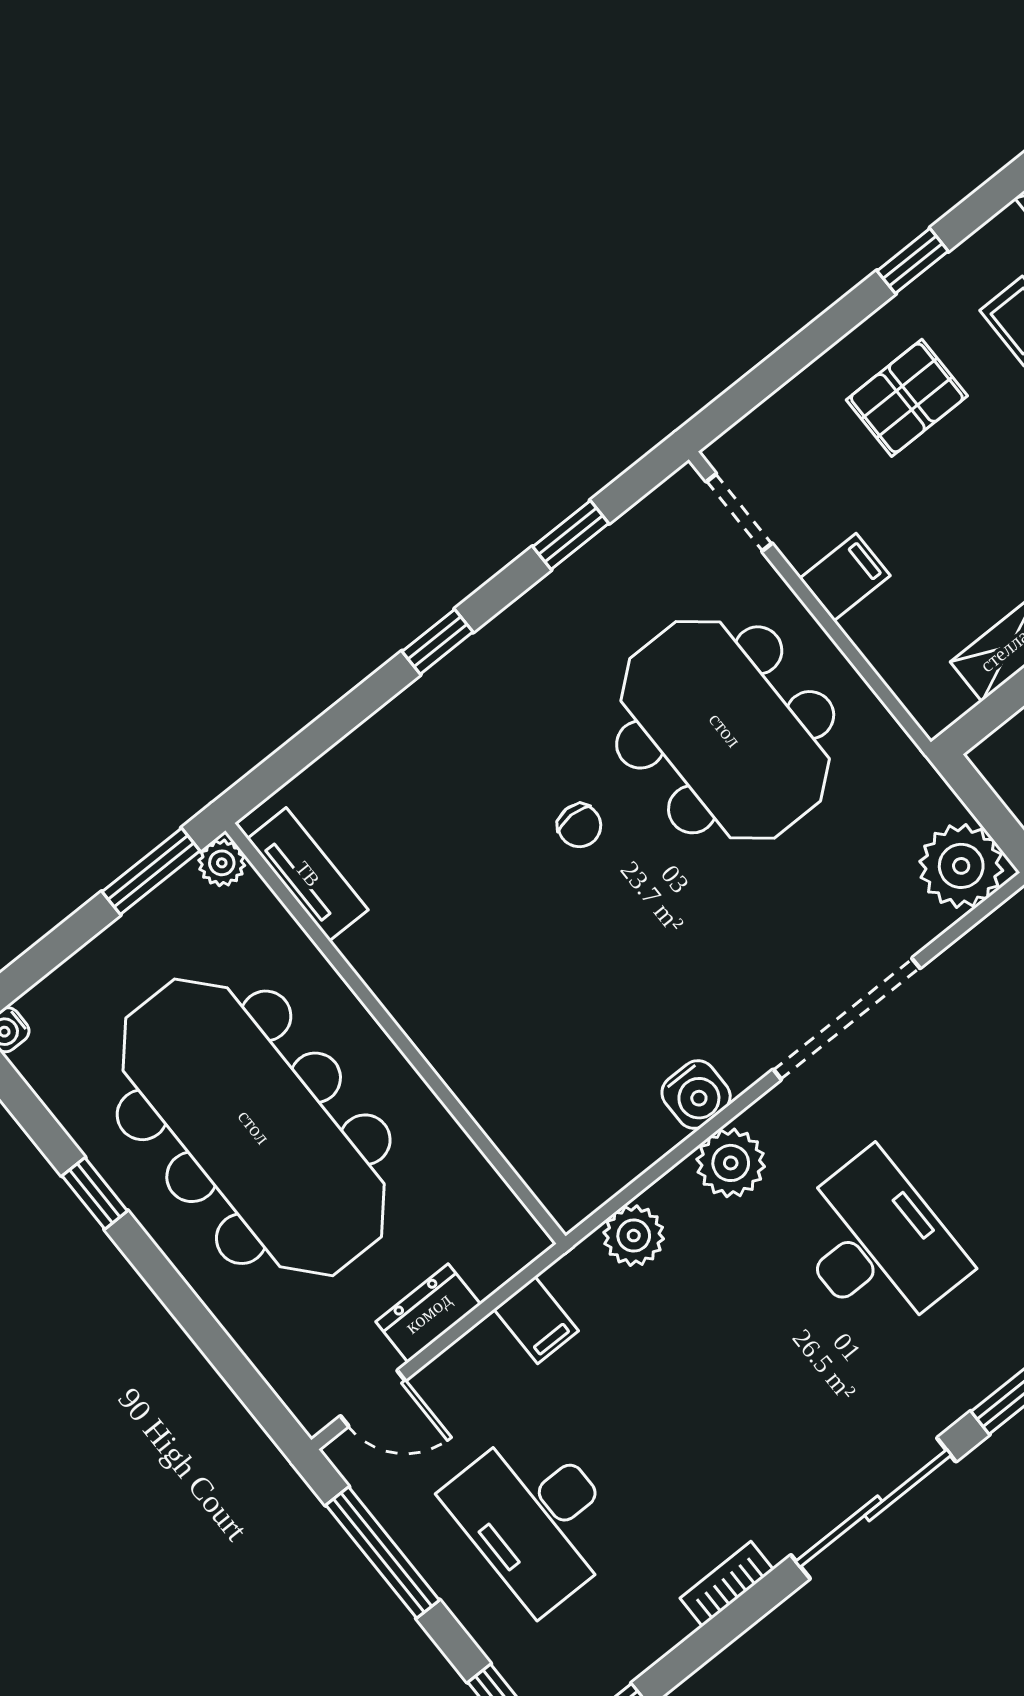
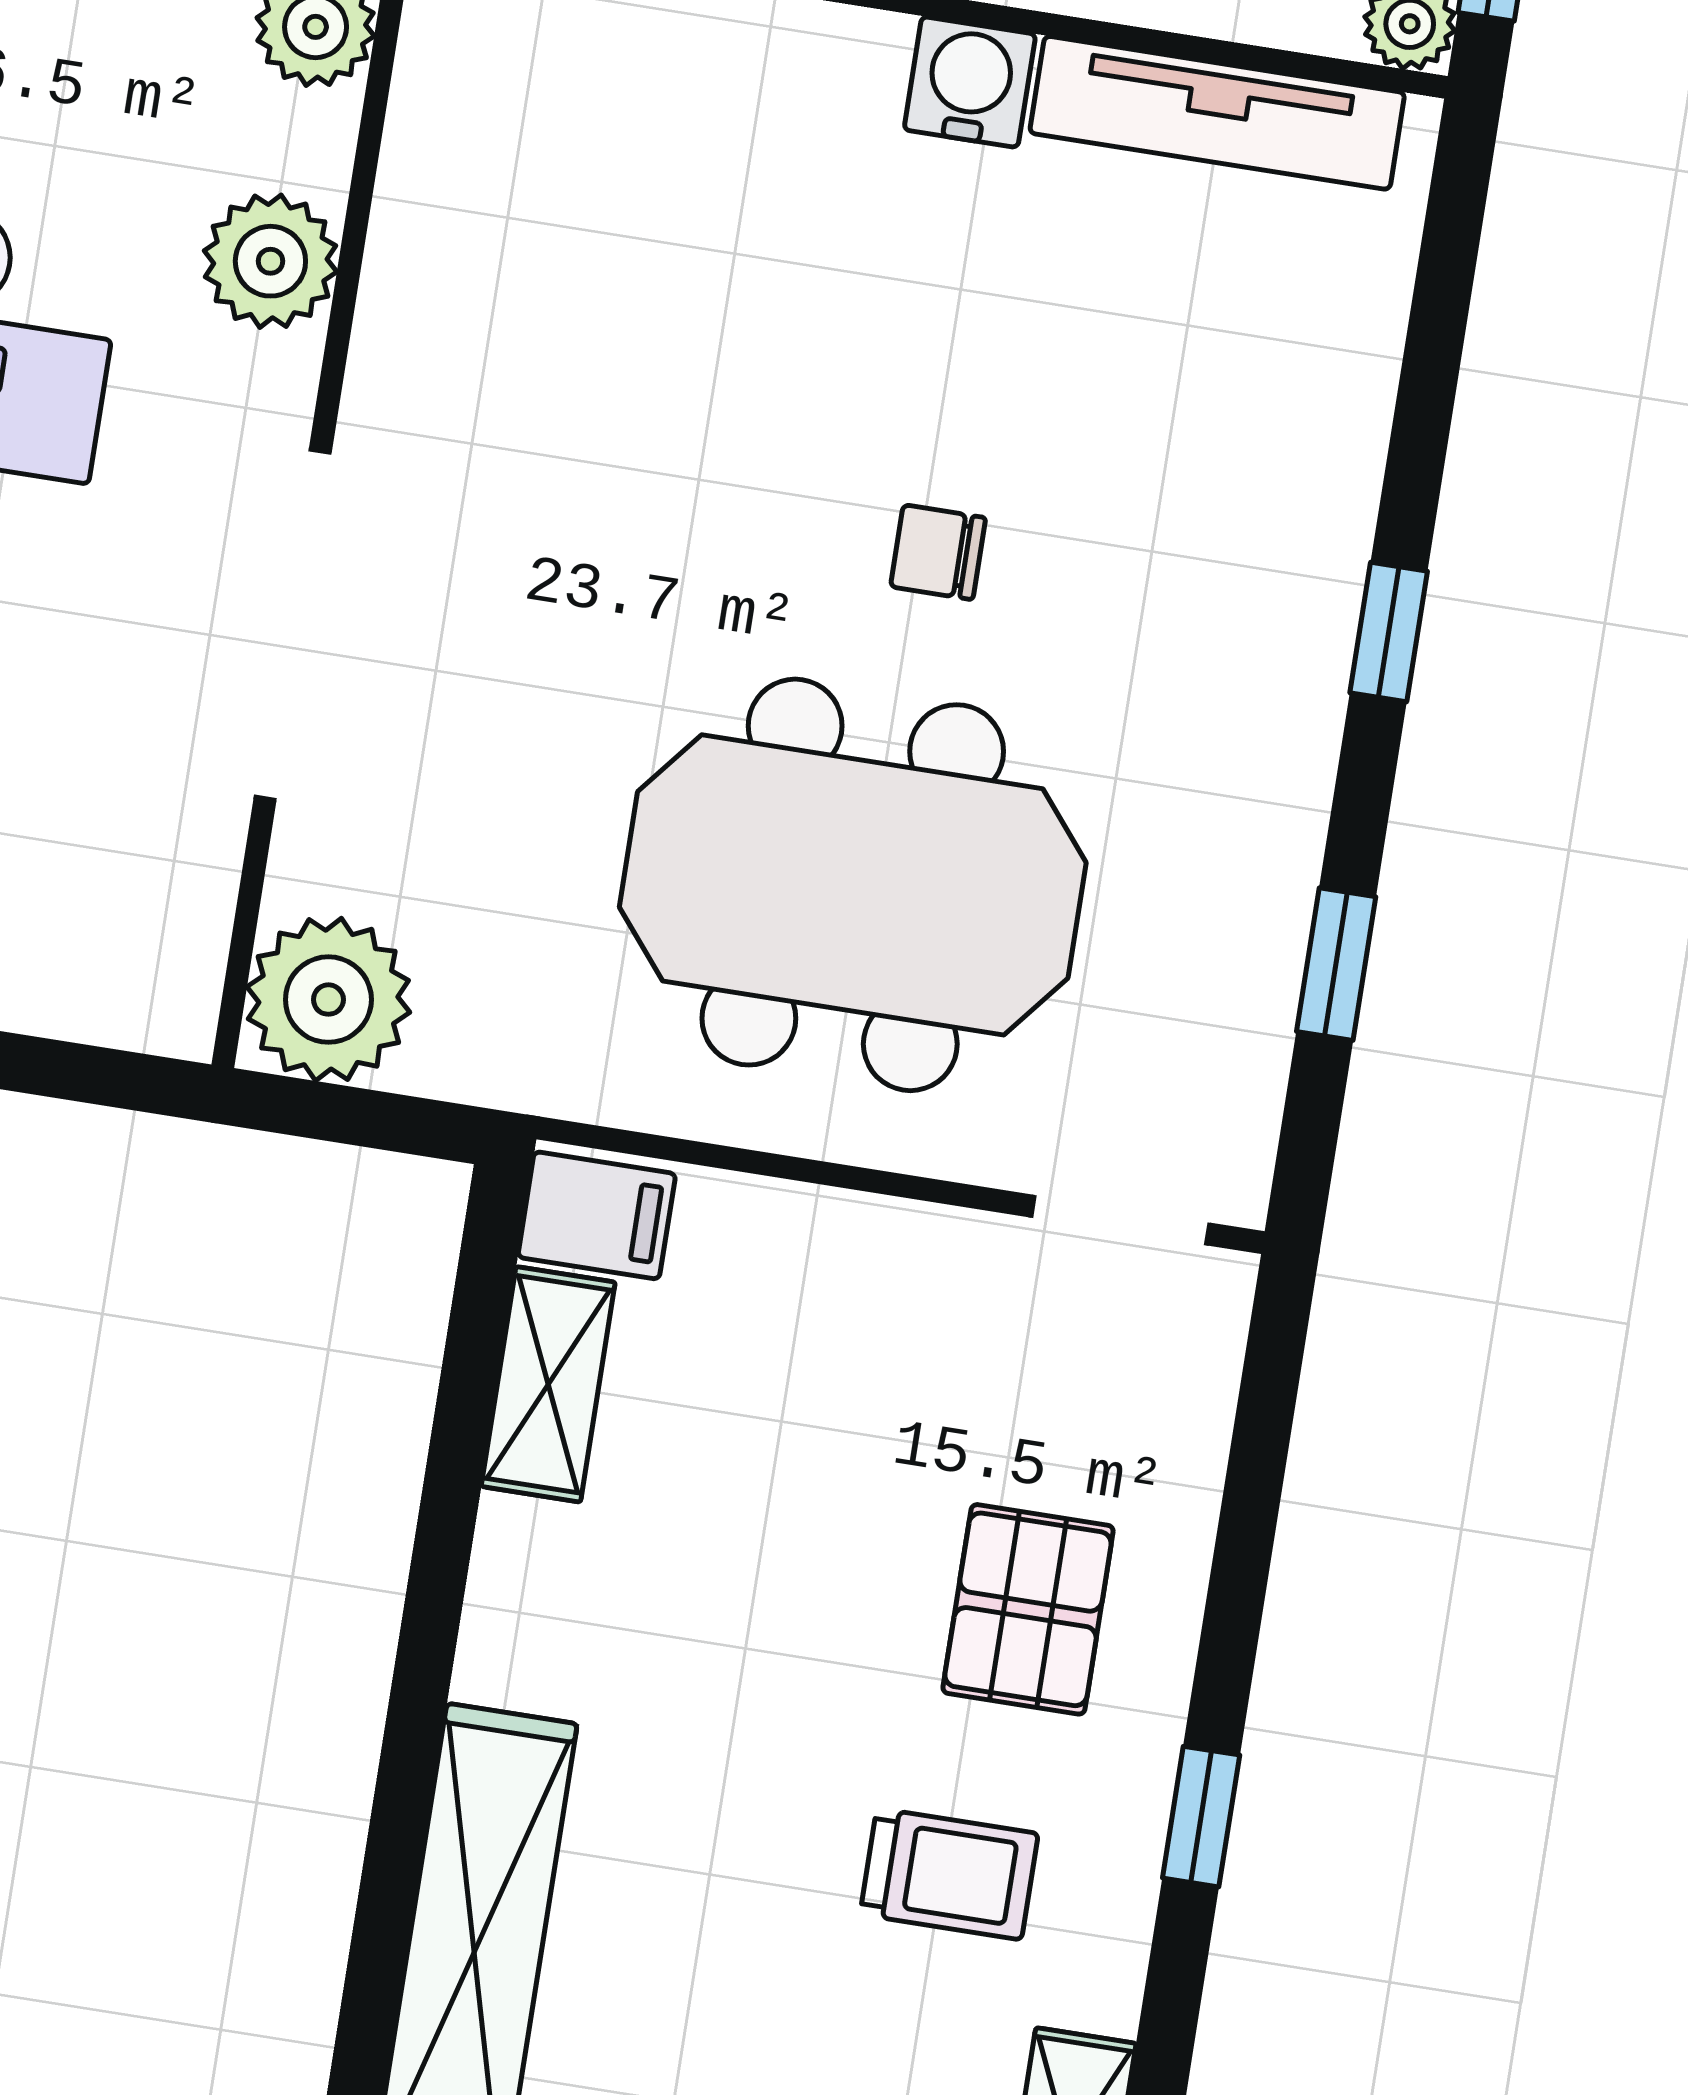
filing cabinet: (845, 577) -> (597, 1215), moved, turned -90
tv unit: (308, 874) -> (1217, 113), width x1.41
water cooler: (696, 1095) -> (970, 82), moved, turned 90

